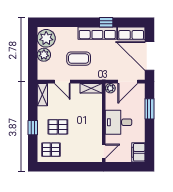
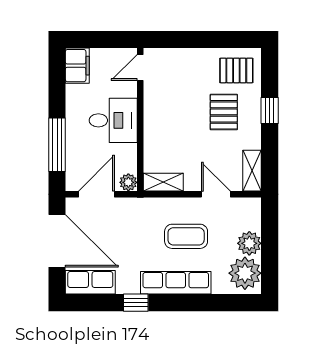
row of seats: (97, 33) -> (176, 283), moved
window: (149, 109) -> (57, 145), width x1.44
pallet: (58, 127) -> (224, 112), turned 90

